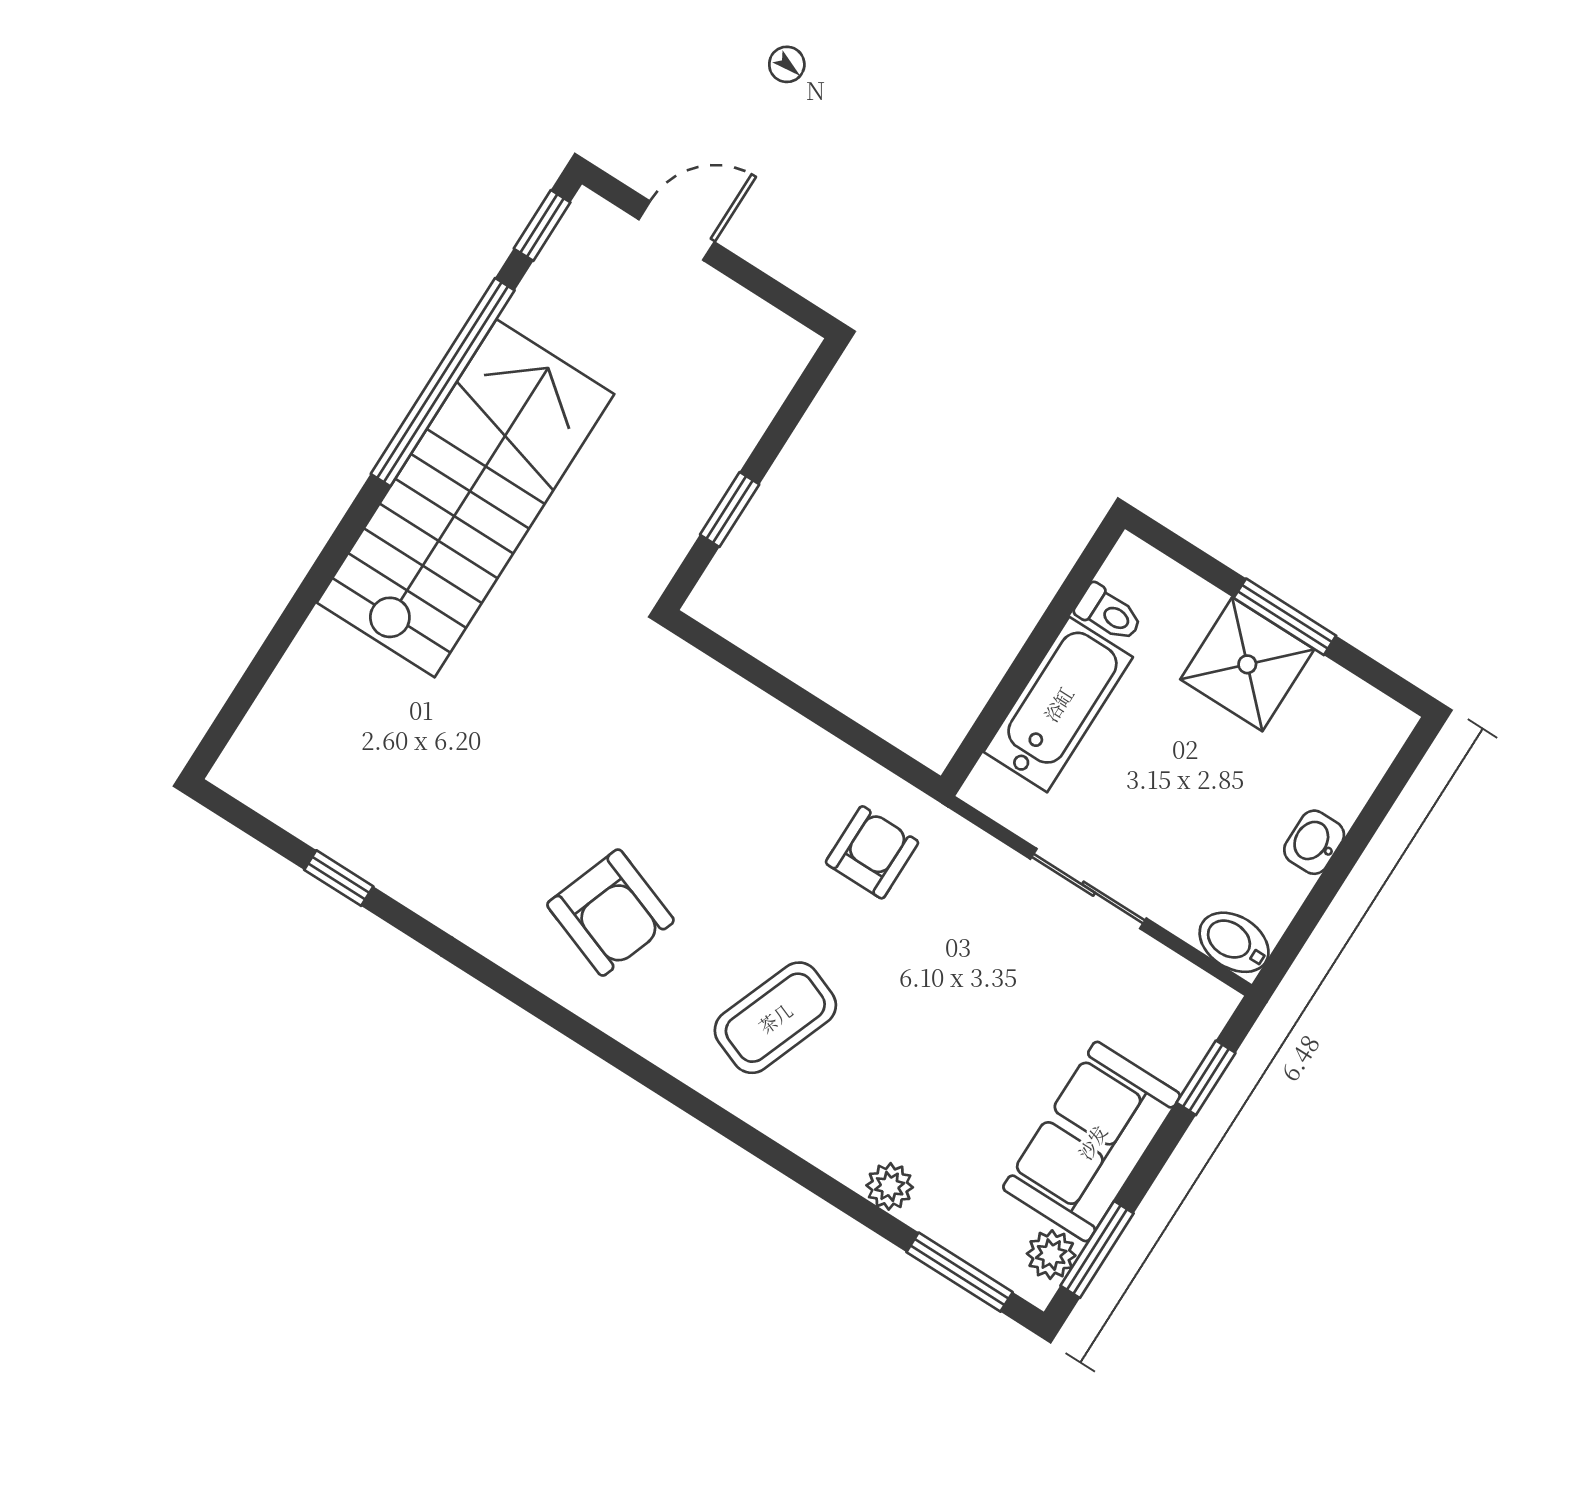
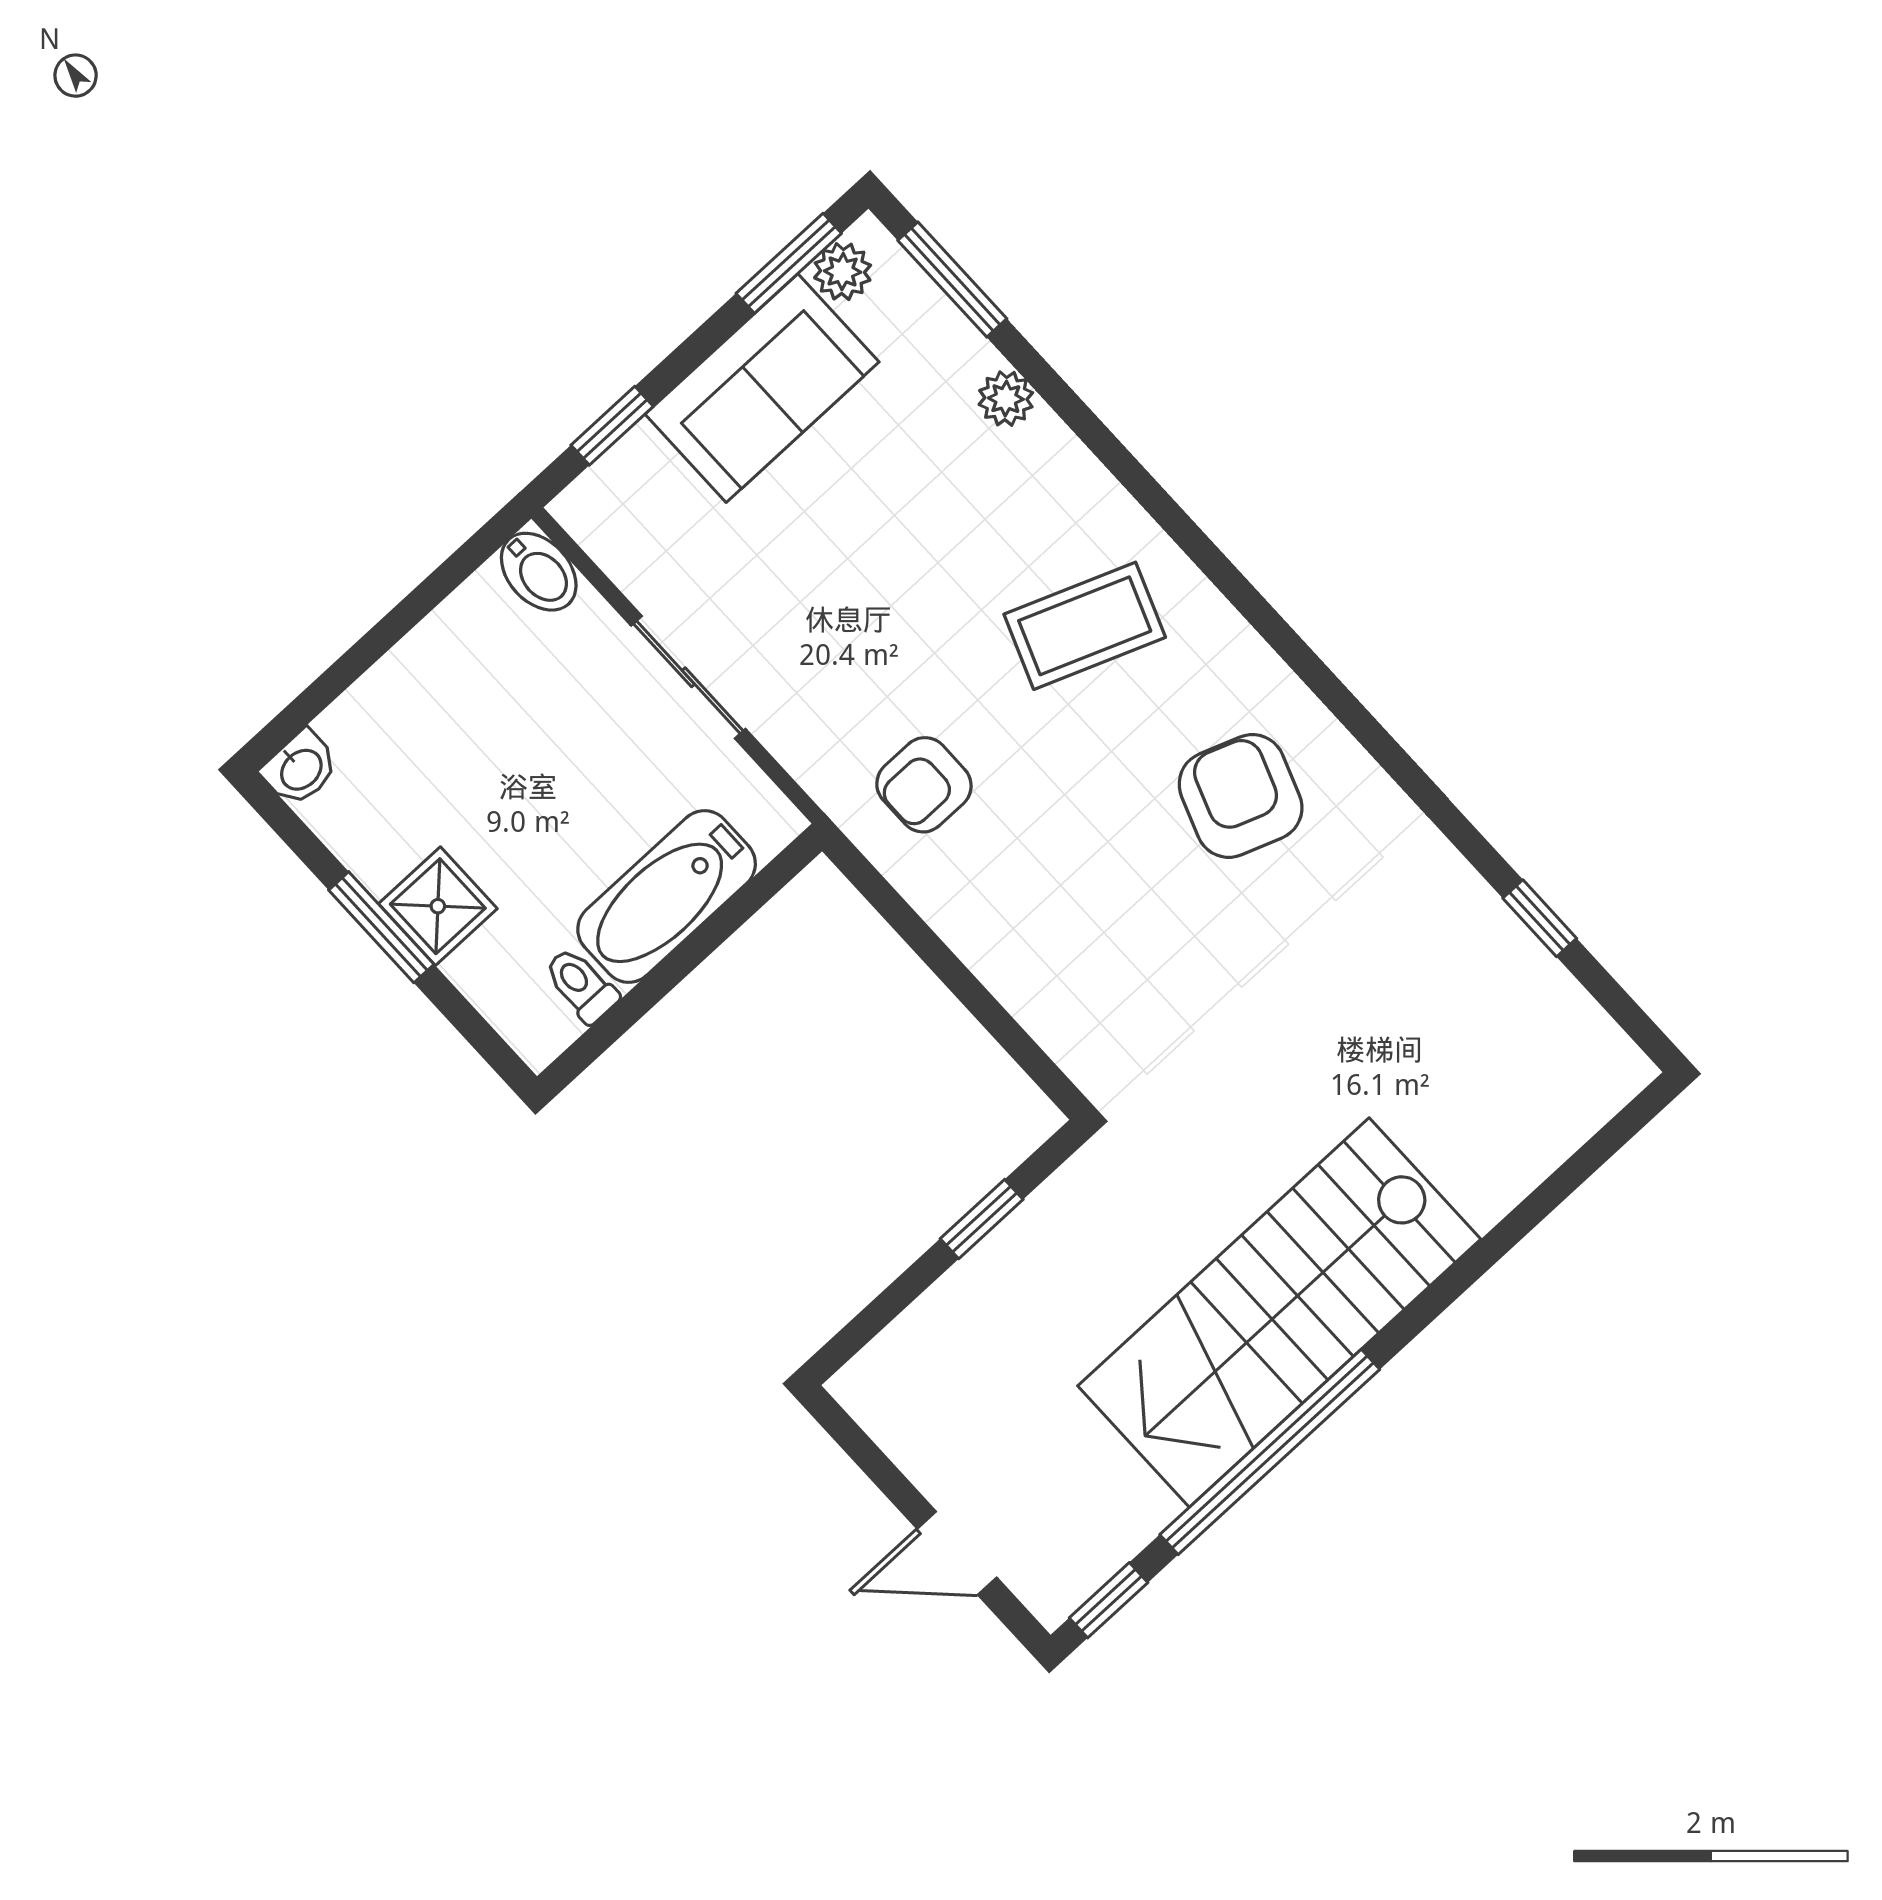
shower: (1247, 664) -> (438, 906), width x0.73, depth x0.73
washbasin: (1314, 842) -> (300, 768), moved

